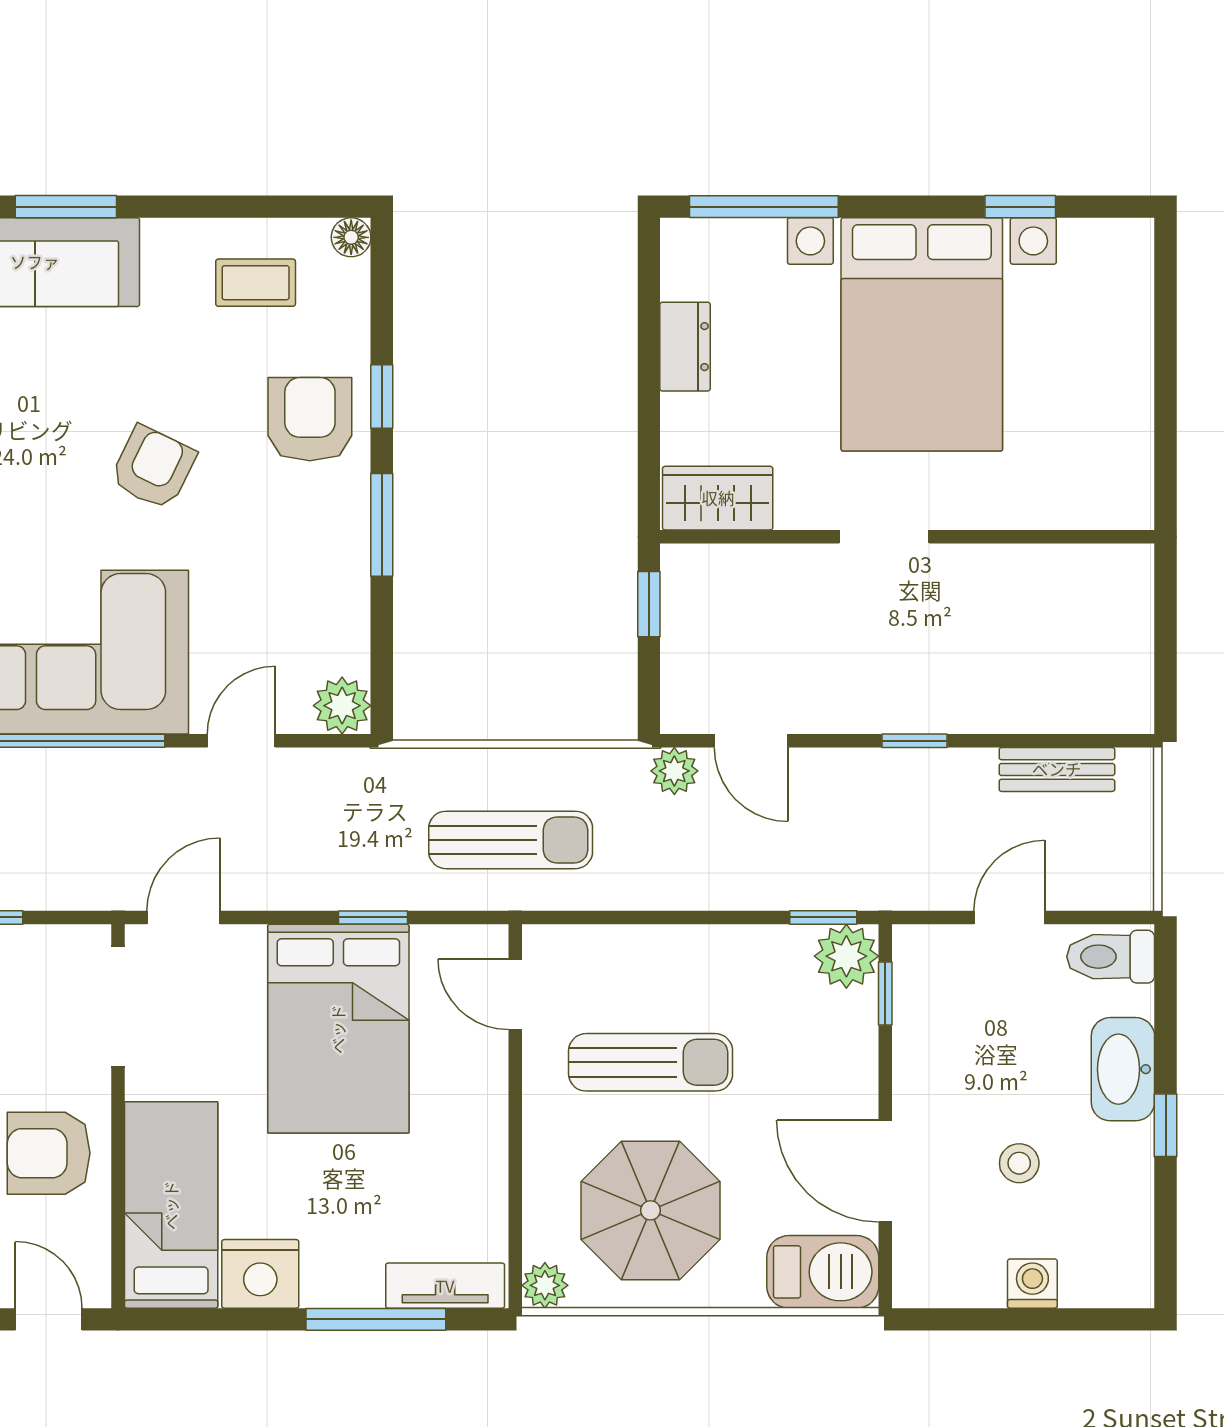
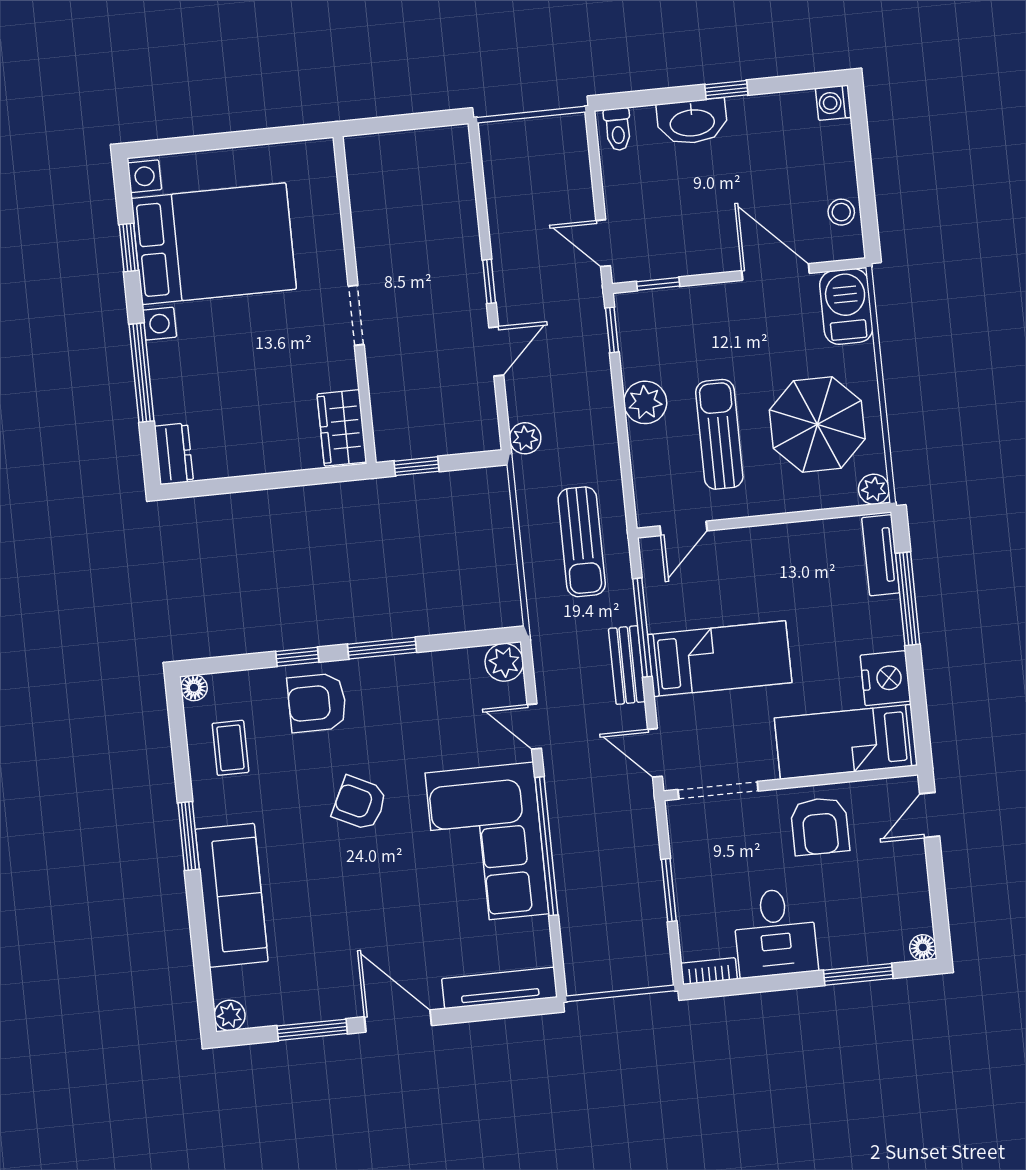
window: (66, 207) -> (189, 836), moved
window: (764, 207) -> (142, 373), moved
bed with nightstands: (922, 334) -> (214, 244), moved
dresser: (685, 347) -> (174, 454), moved, turned 90
door: (751, 741) -> (496, 351), moved
bench: (1057, 769) -> (627, 665), moved
sun lounger: (511, 840) -> (582, 542), turned 180
window: (373, 917) -> (642, 628), width x2.17
door: (1009, 917) -> (603, 243), moved
plant: (846, 956) -> (645, 402), moved
toilet: (1111, 957) -> (618, 129), width x0.73, depth x0.72
bed: (338, 1029) -> (720, 659), width x0.67
stool: (1019, 1163) -> (841, 212), moved
door: (885, 1171) -> (776, 272), swing flipped
washing machine: (1032, 1284) -> (833, 103), moved

